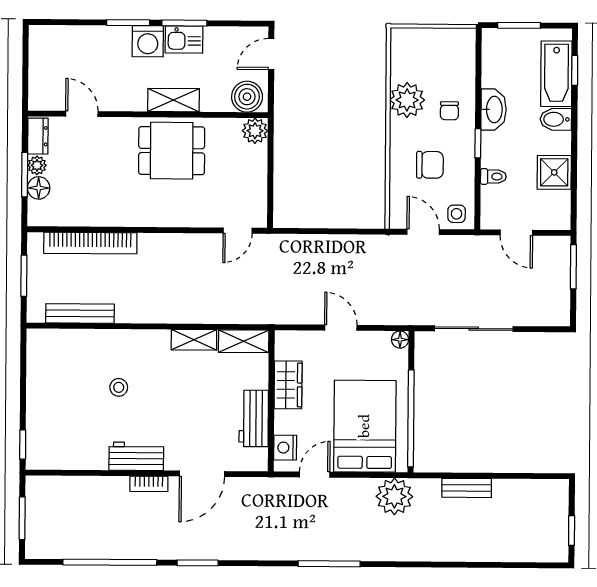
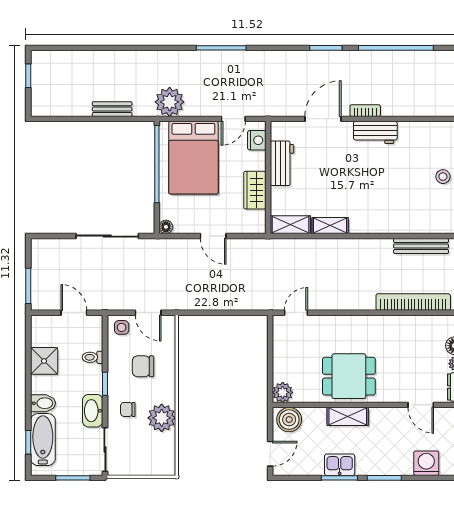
washing machine: (148, 41) -> (426, 463), moved
sliding door: (478, 61) -> (105, 449), added
chair: (449, 111) -> (128, 409), turned -90
stool: (119, 387) -> (443, 177), moved

